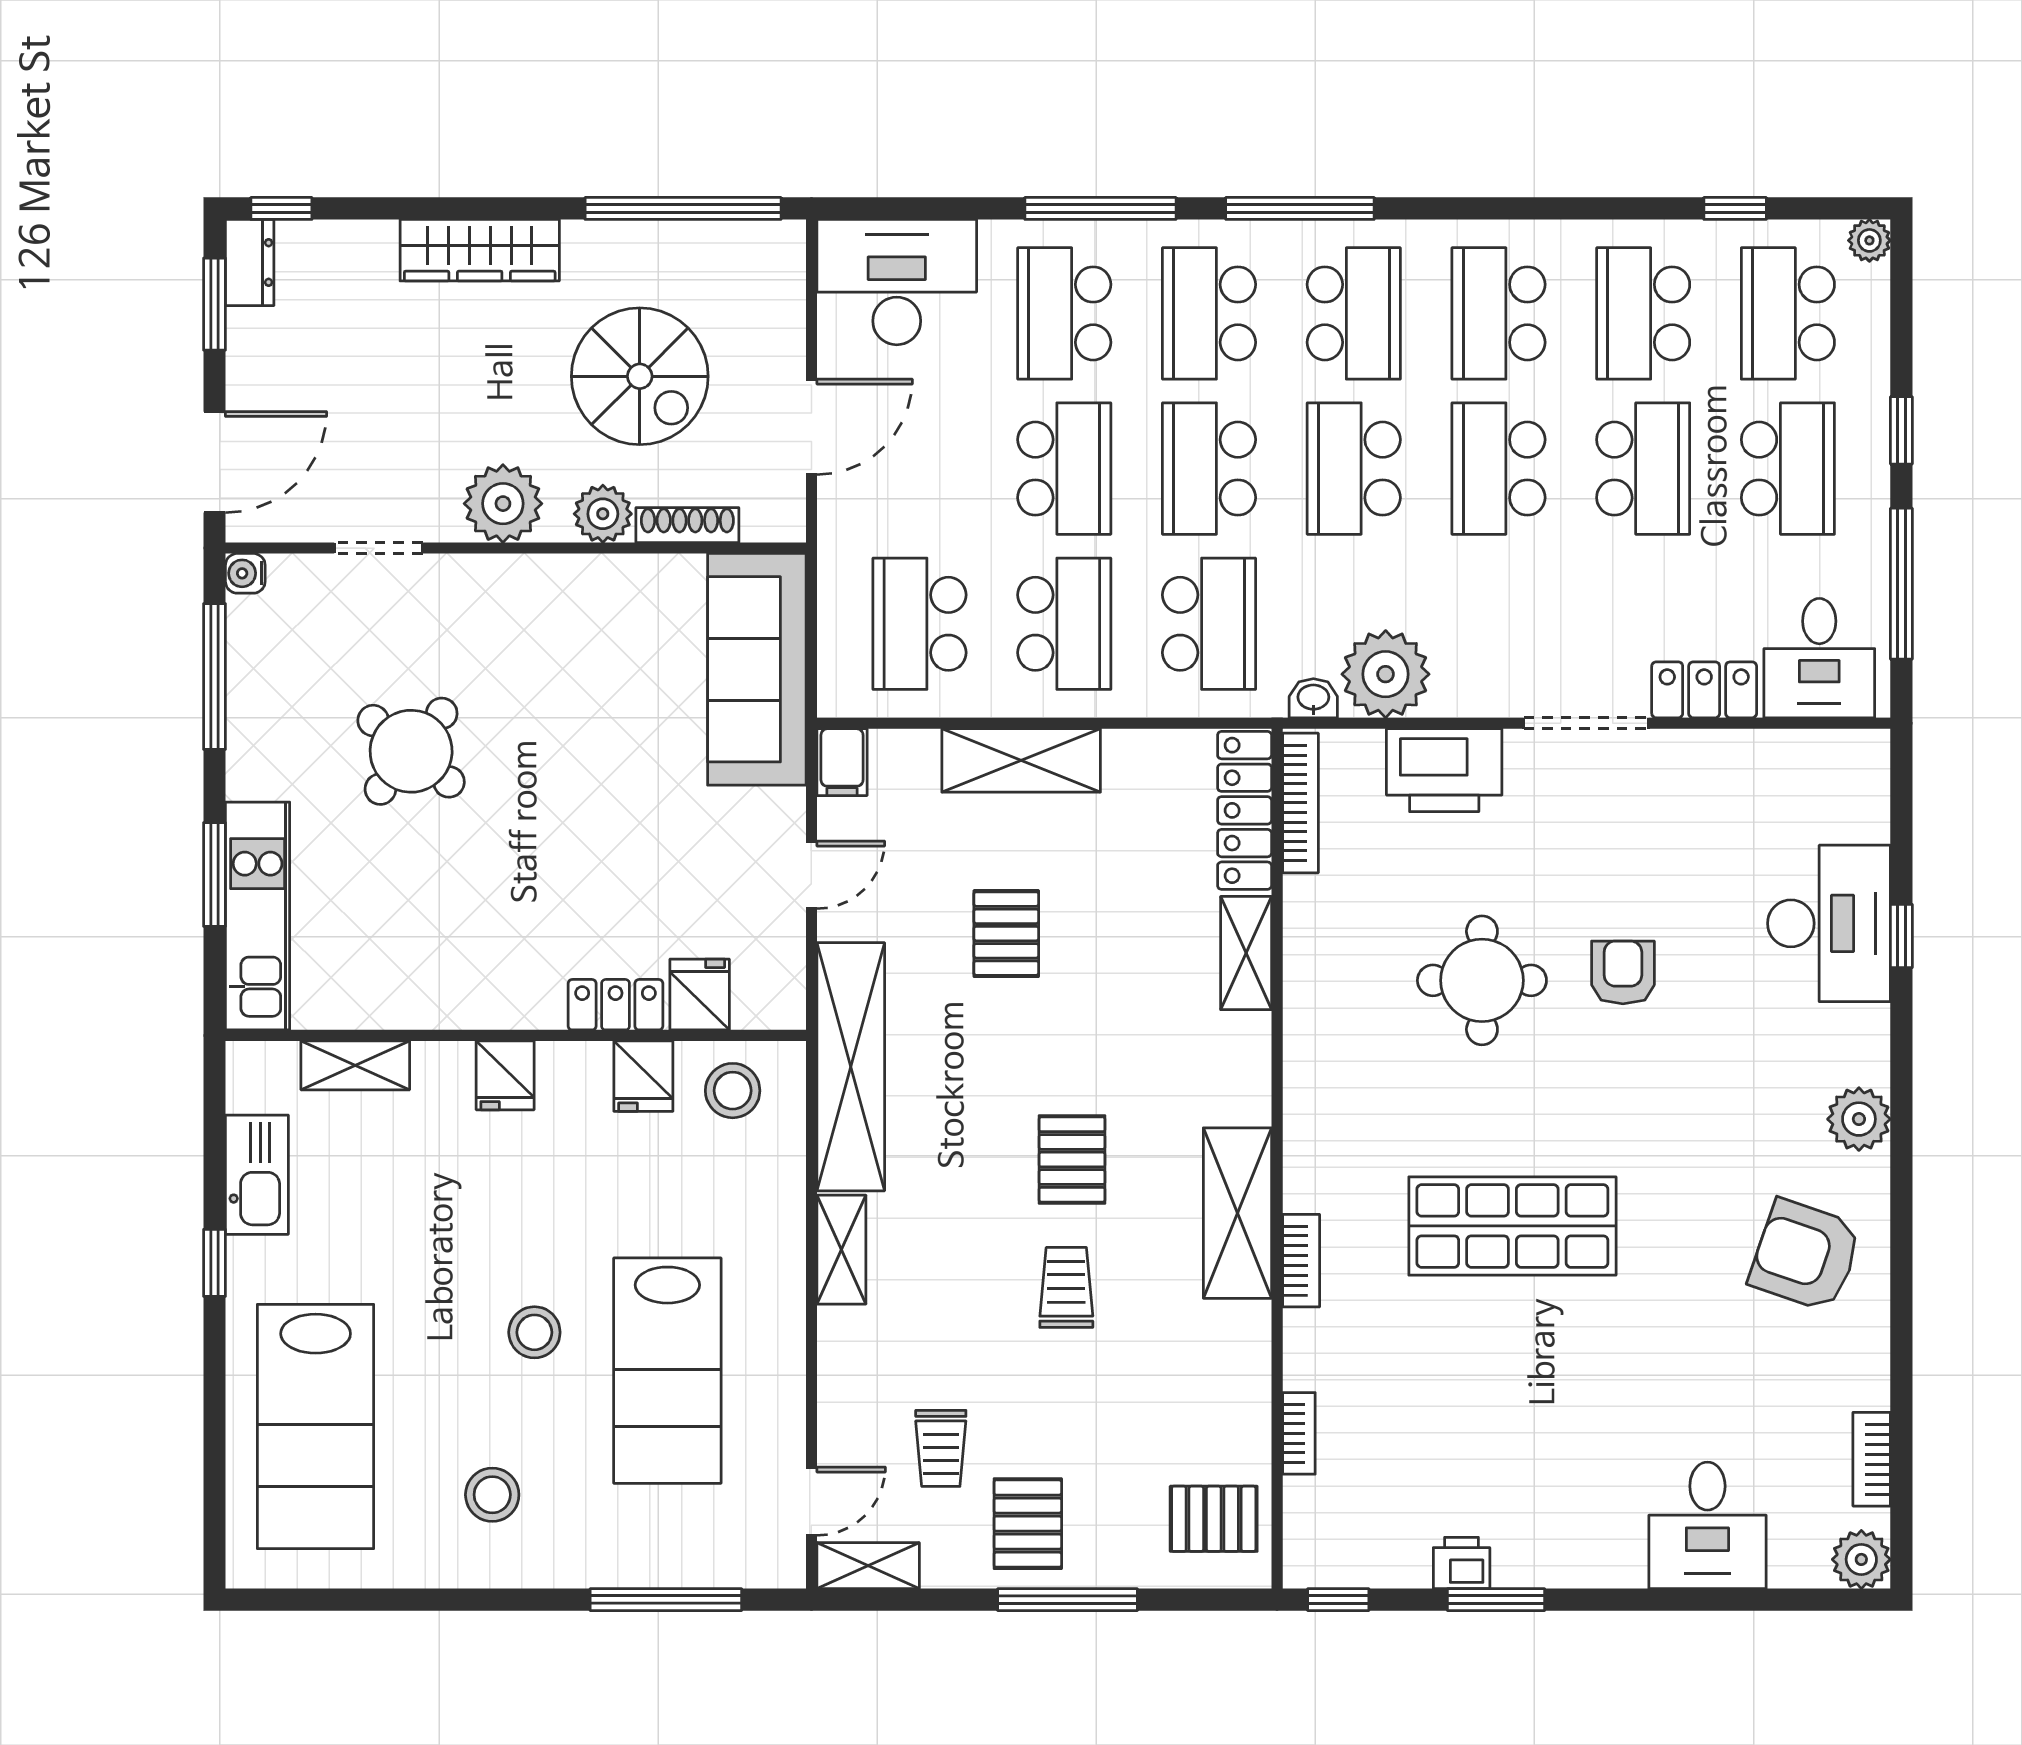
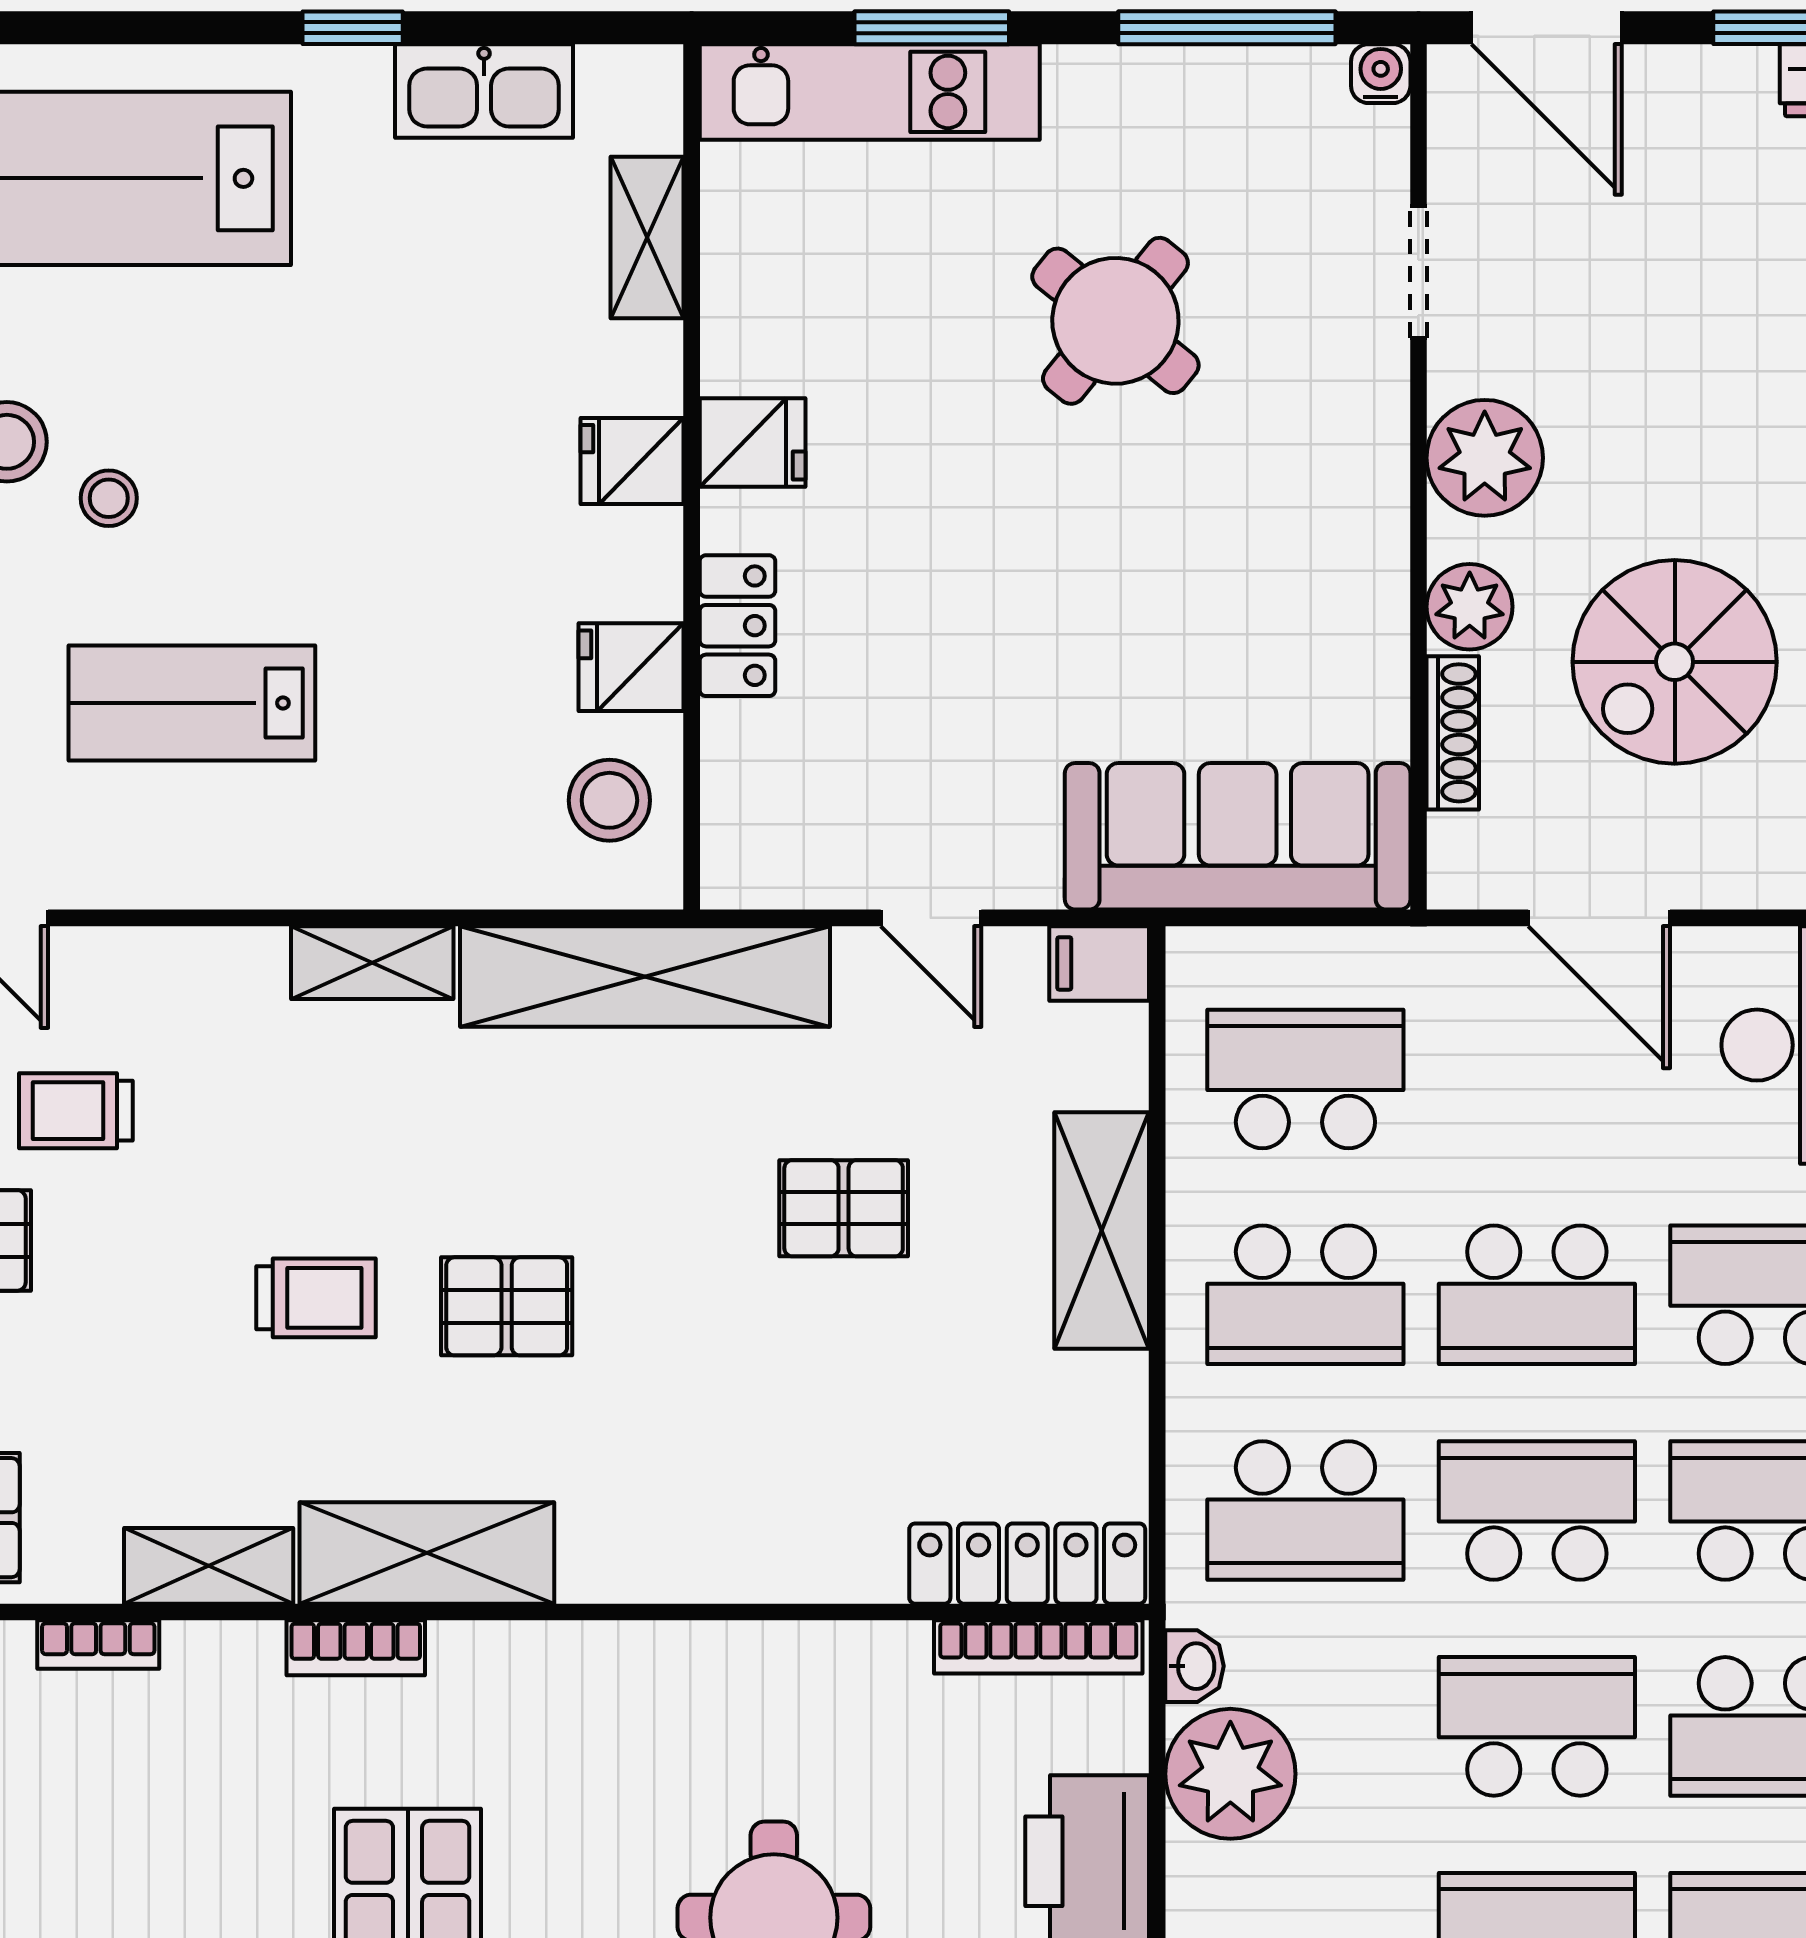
shelving: (1246, 953) -> (209, 1566), moved
fridge: (700, 995) -> (753, 443), moved
stool: (534, 1332) -> (109, 498), moved, width x0.73, depth x0.73
lab bench: (667, 1371) -> (192, 703), width x0.73, depth x0.72

